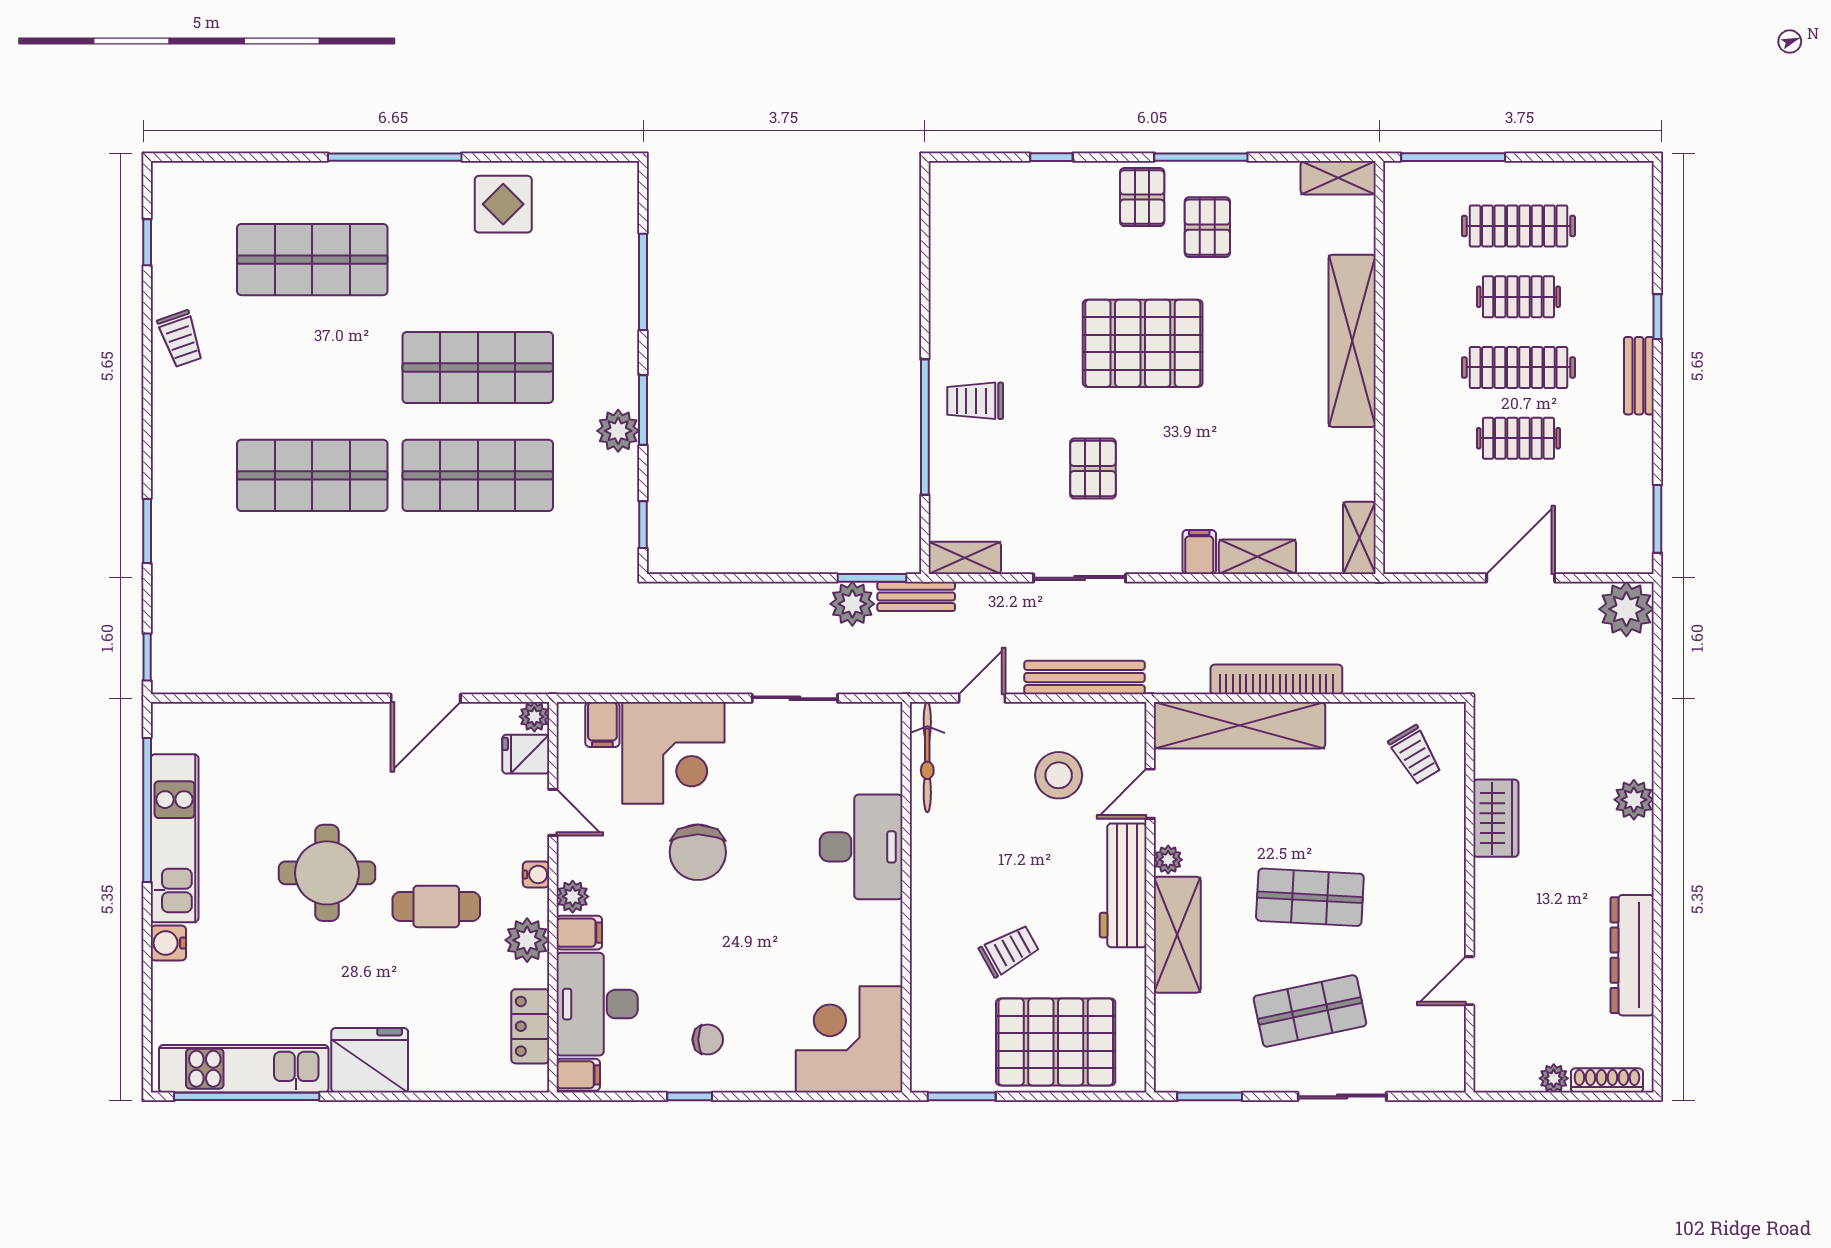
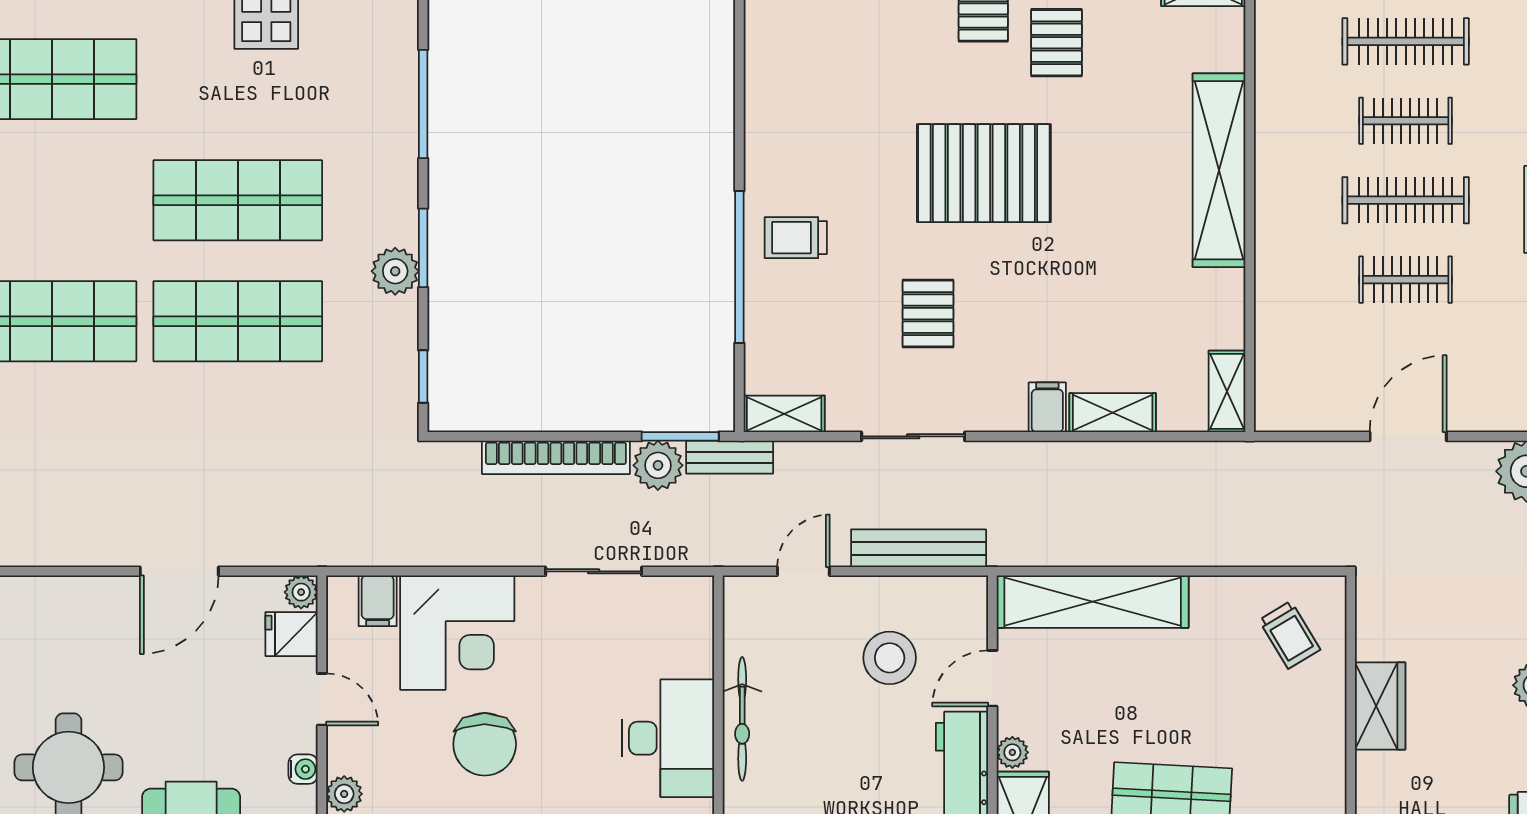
bookcase: (1276, 679) -> (556, 457), moved, turned 180
bicycle: (927, 757) -> (742, 719), moved

